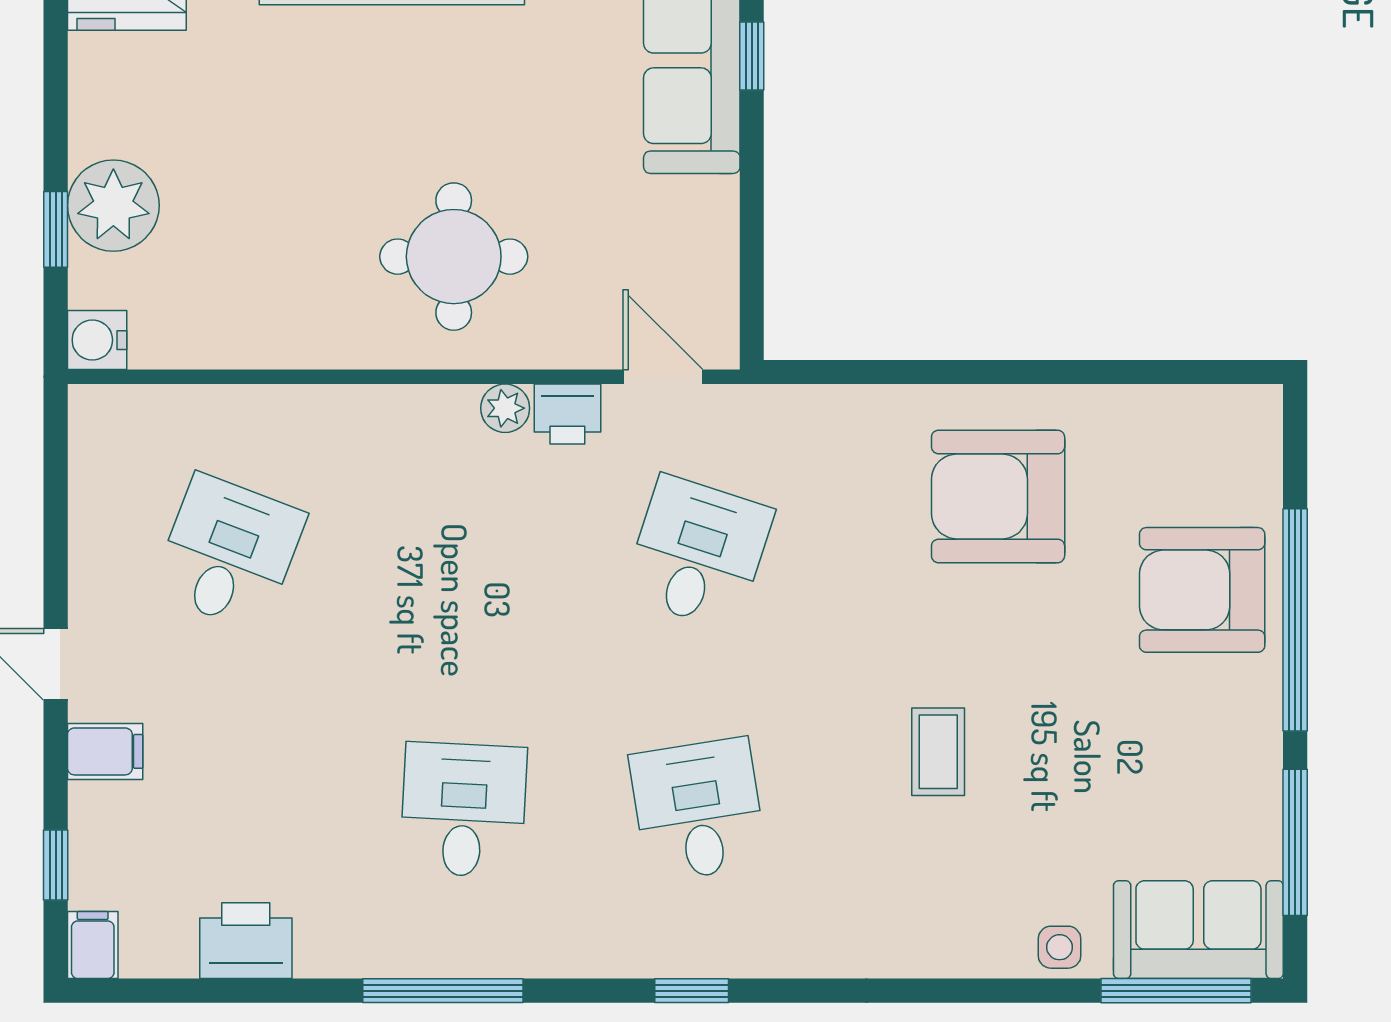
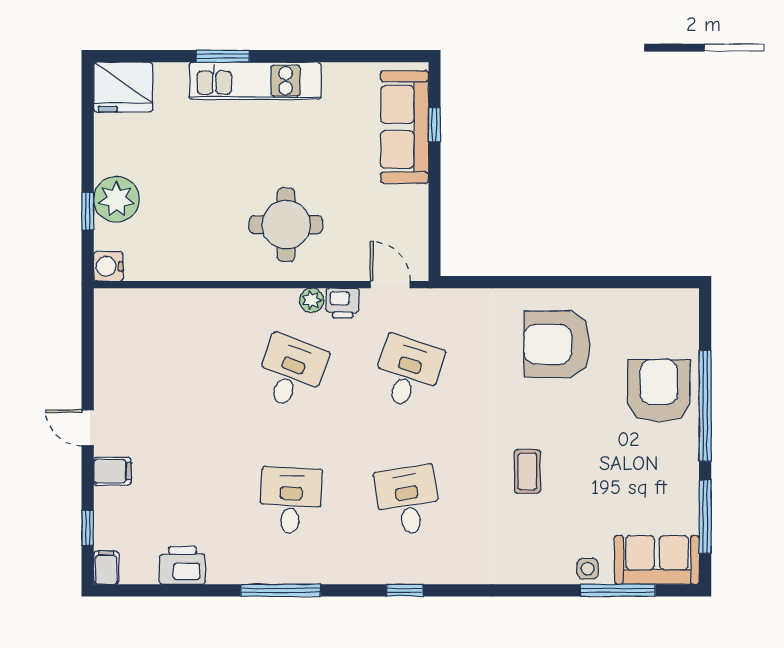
desk: (229, 553) -> (291, 372), moved
armchair: (1202, 590) -> (659, 391), turned 90
window: (1176, 991) -> (618, 590), moved

